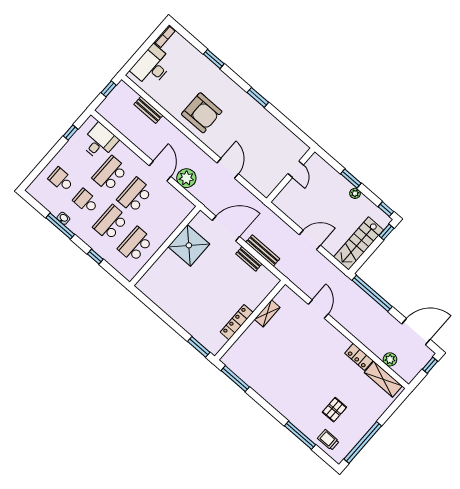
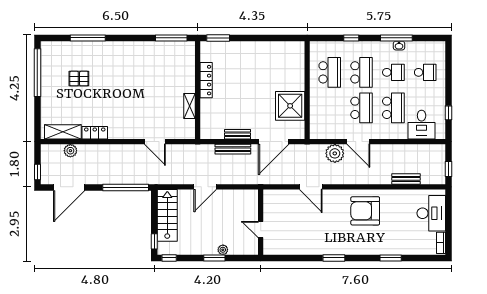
plant: (355, 193) -> (223, 250), moved
pallet: (334, 410) -> (79, 79), turned 90
trolley: (328, 440) -> (64, 53), removed

